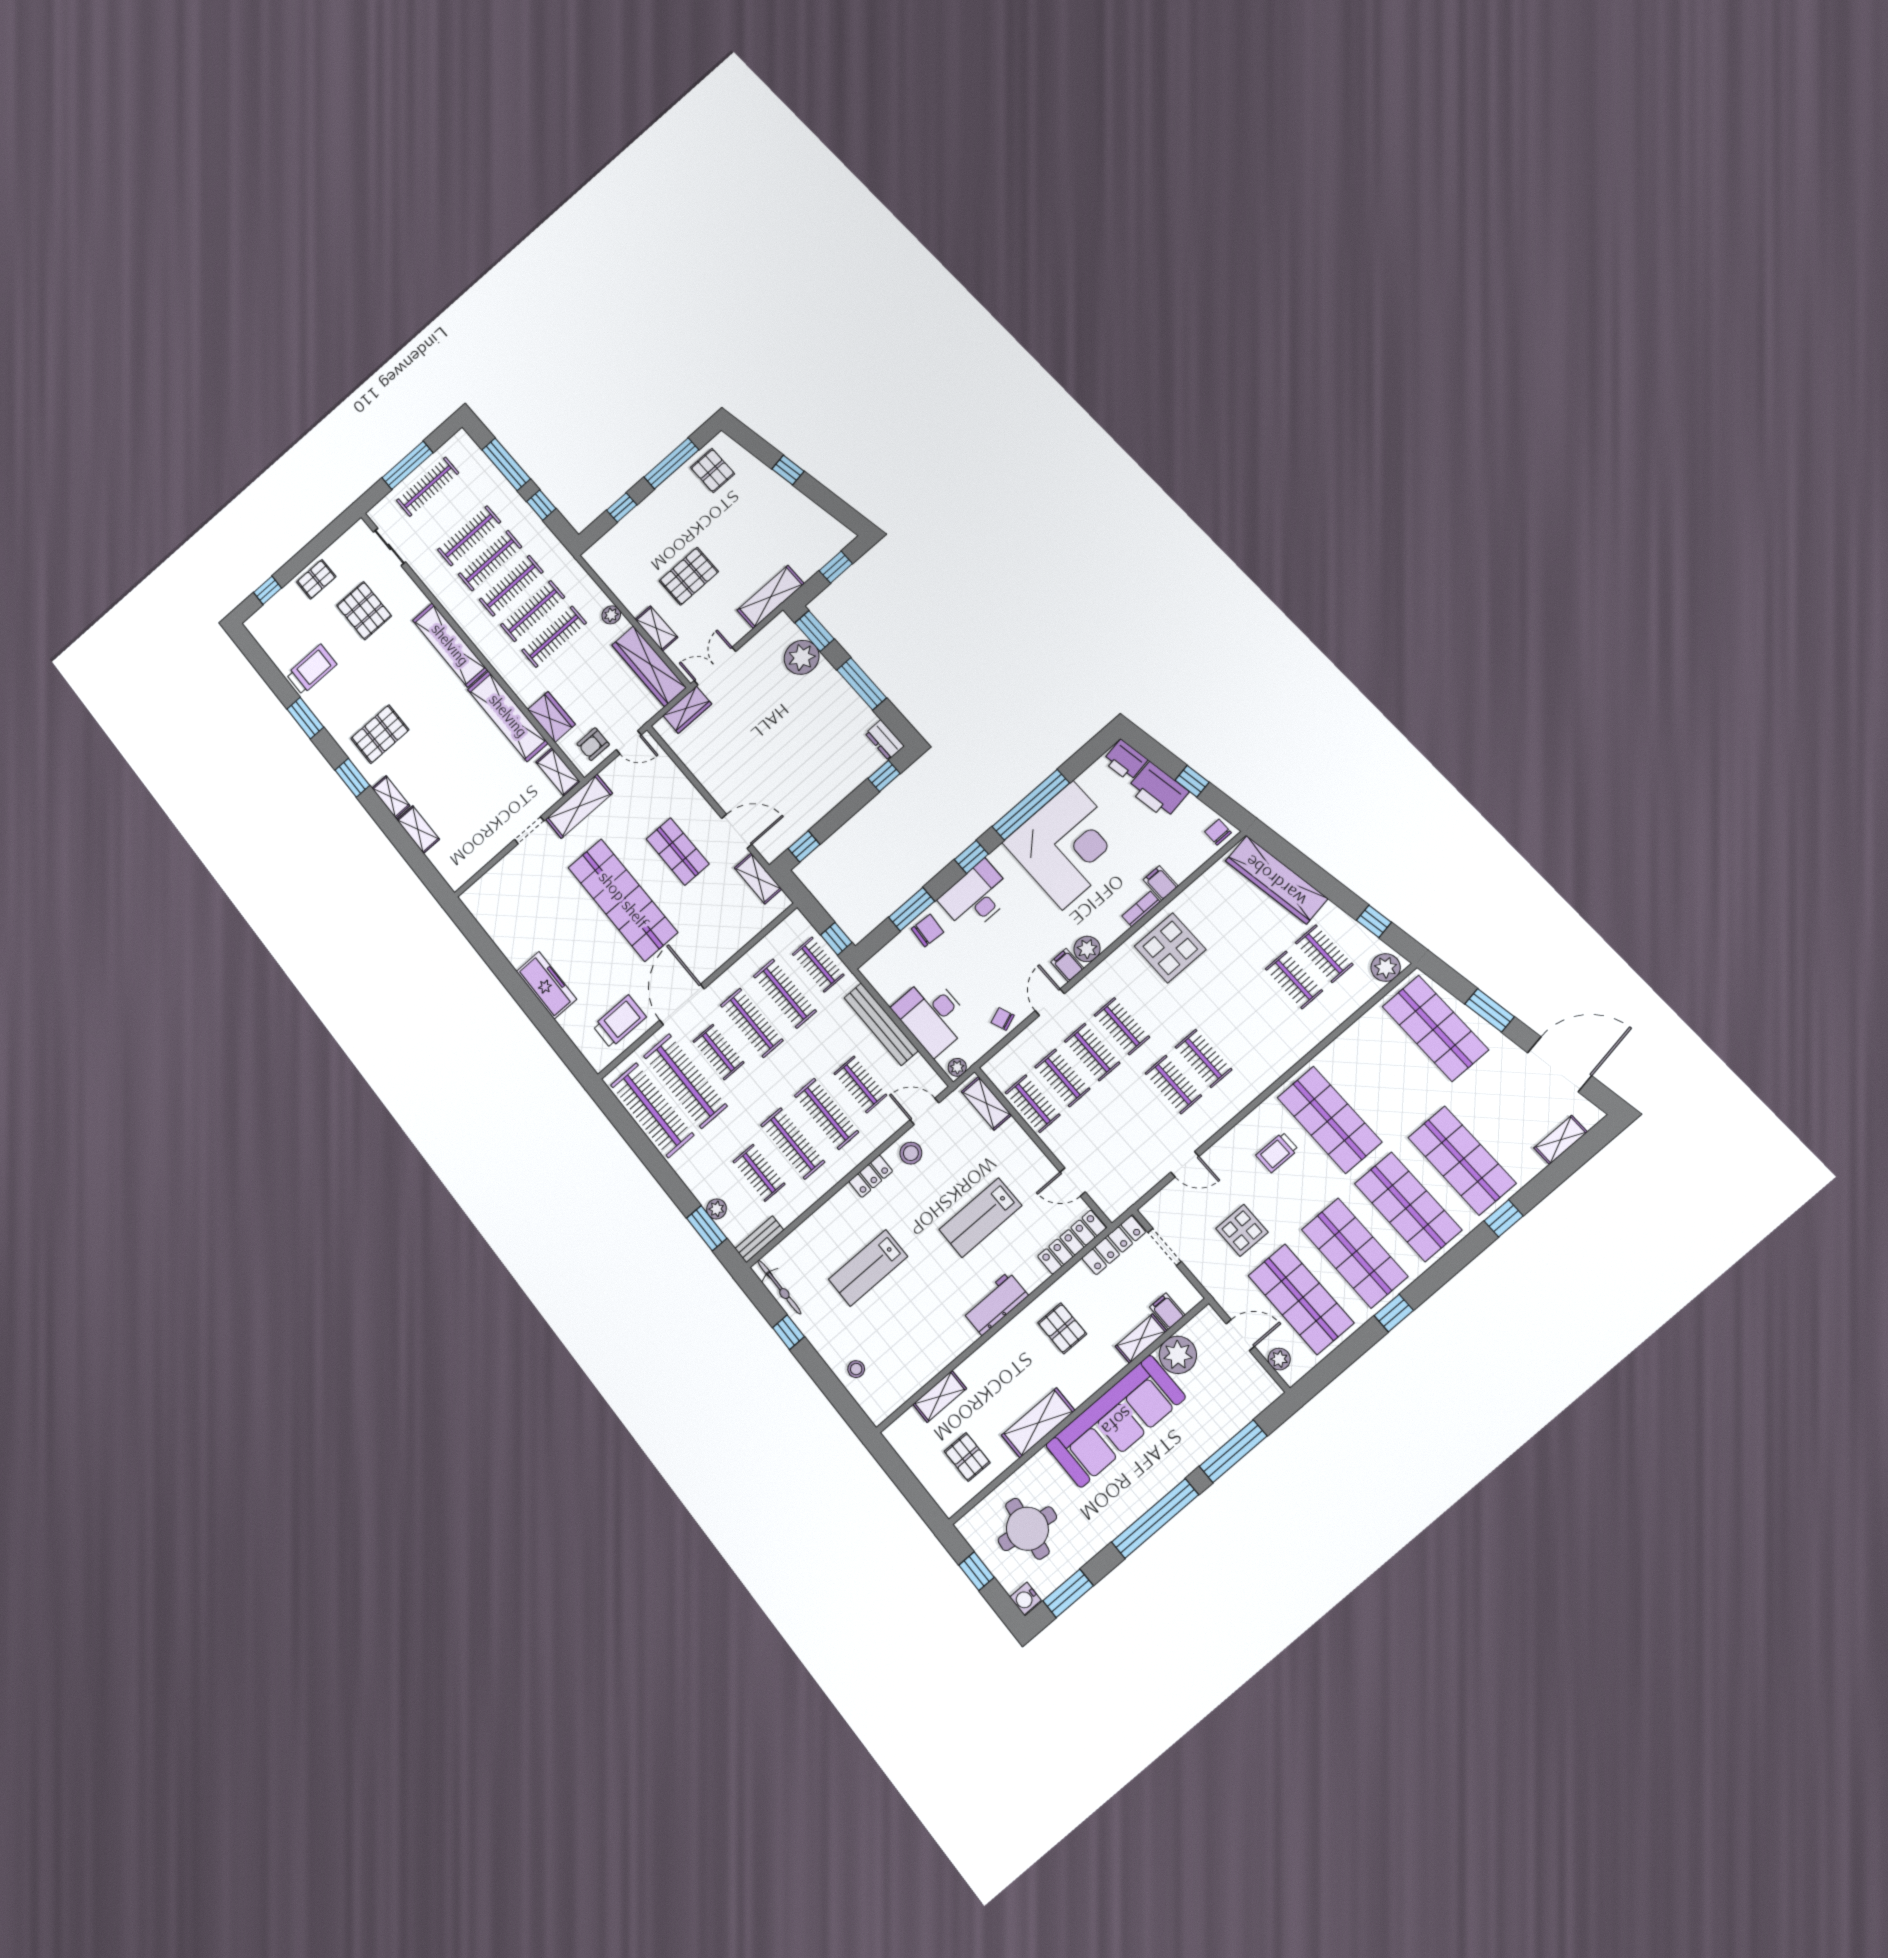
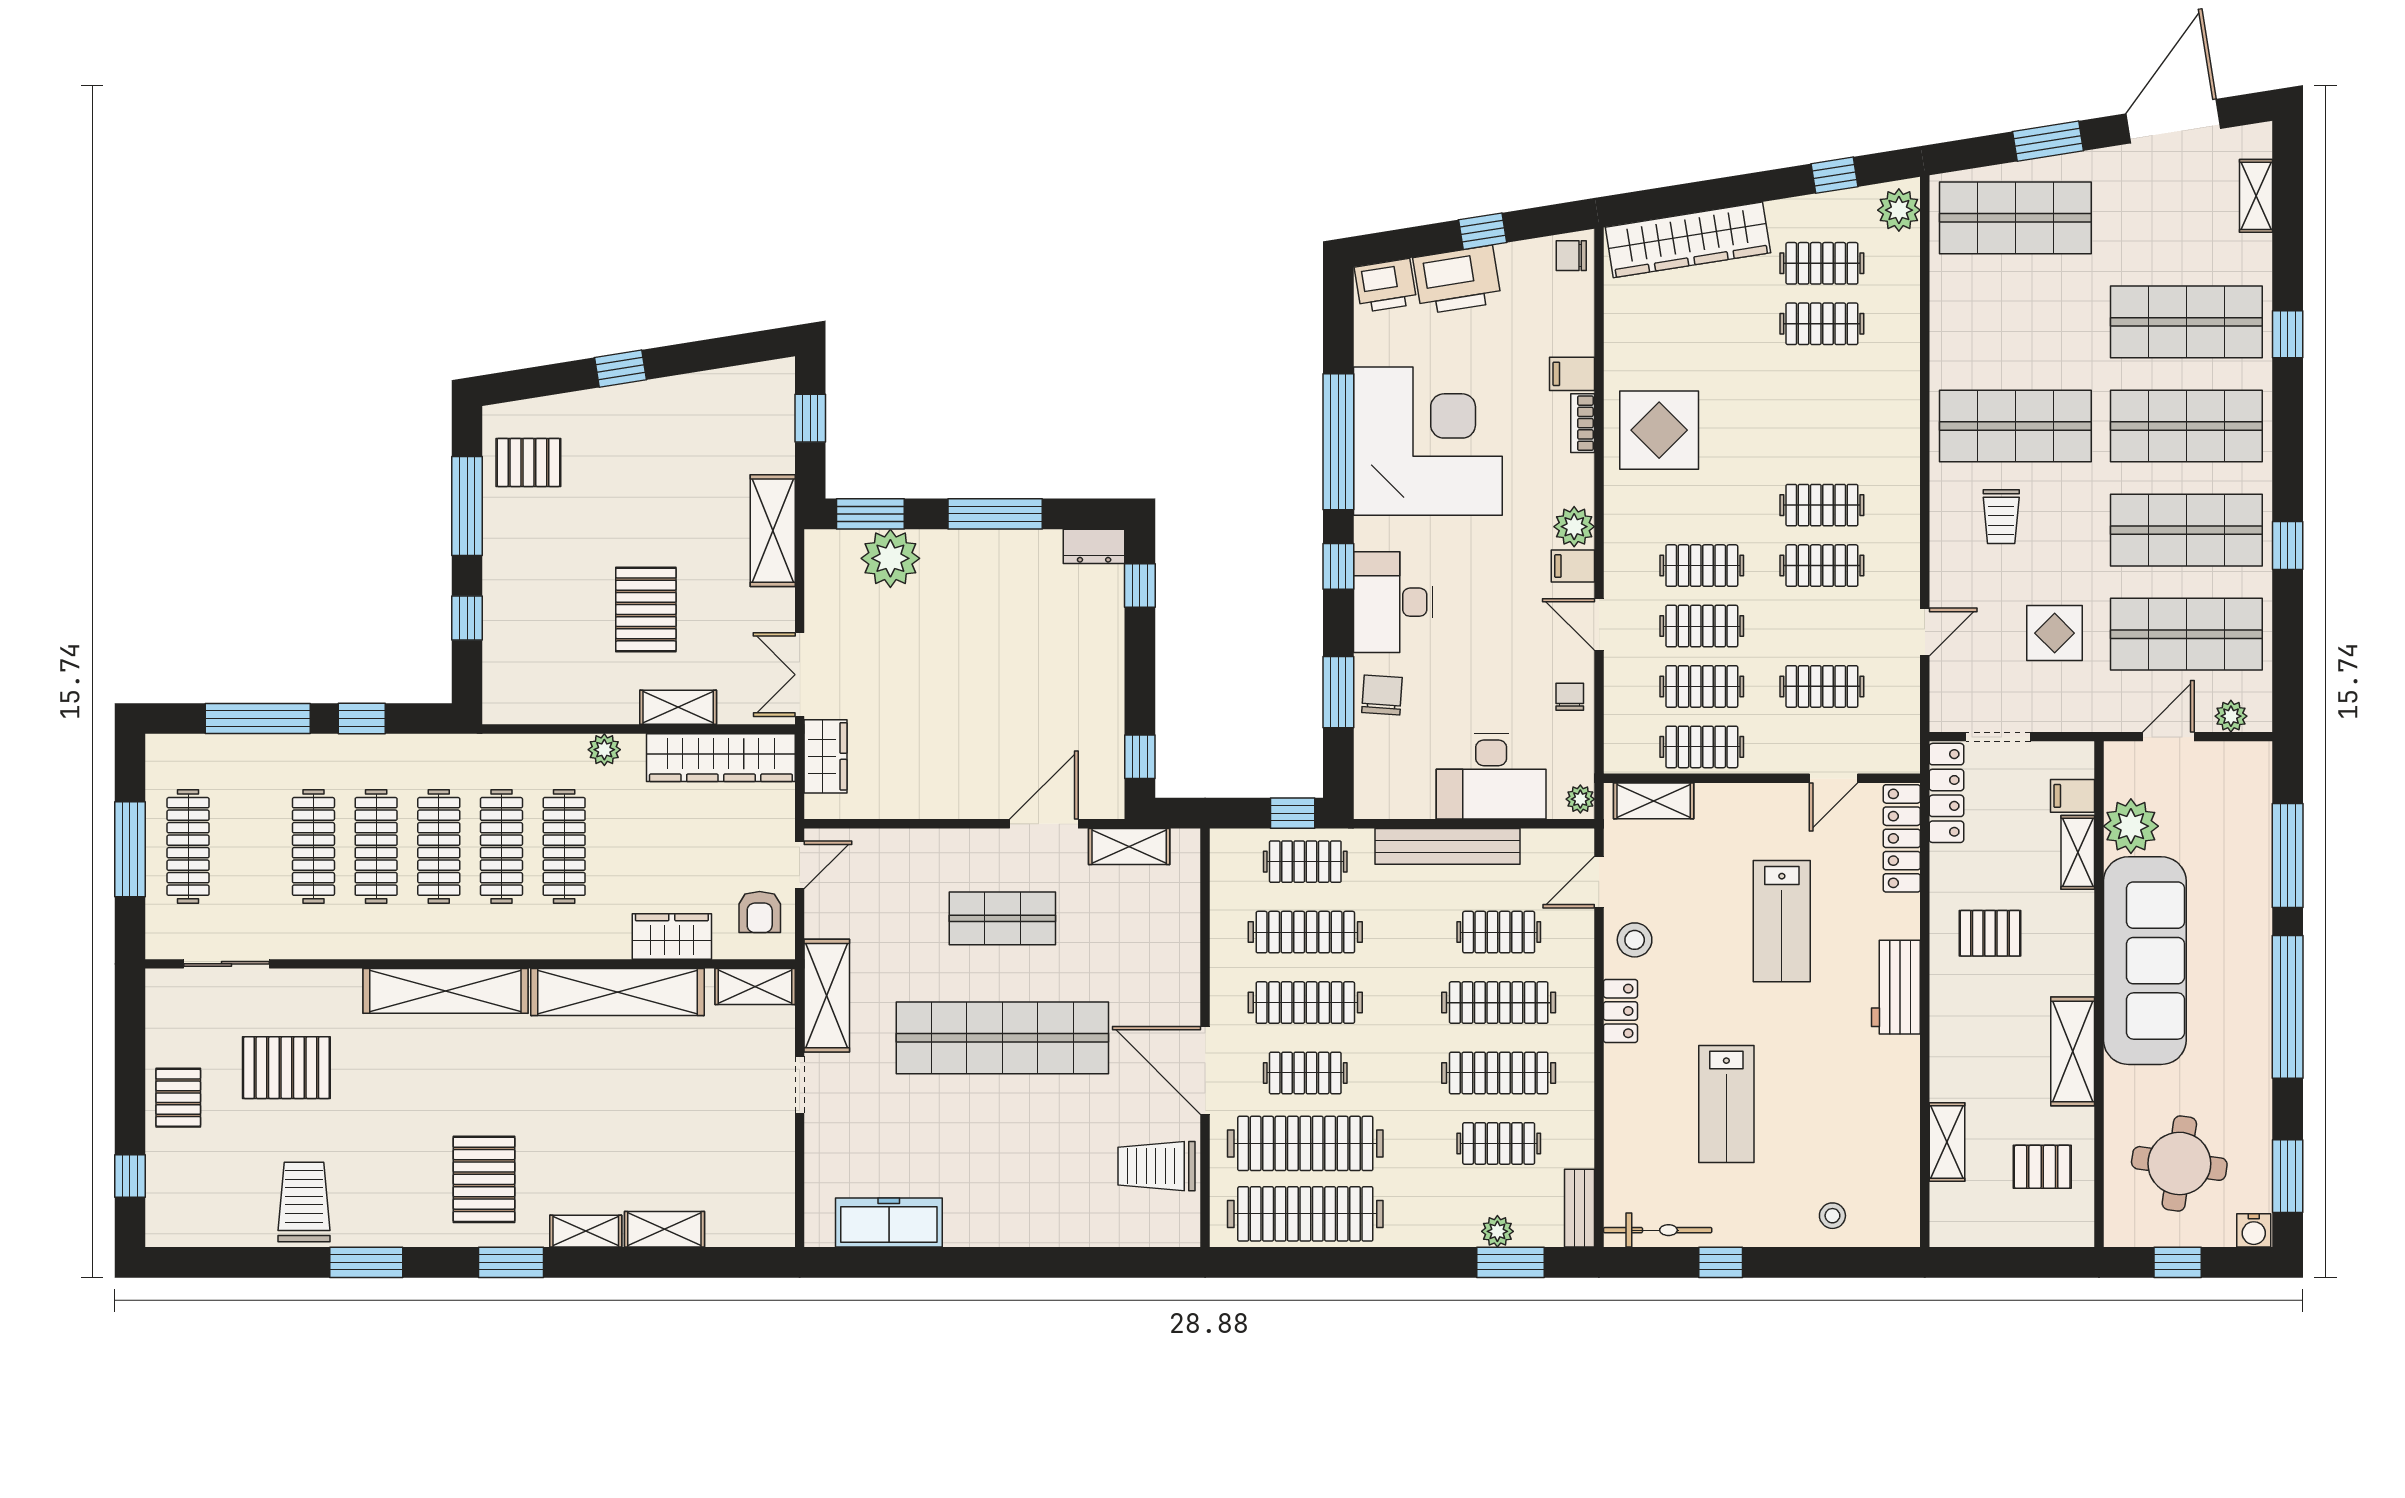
freezer: (546, 985) -> (889, 1223), moved
chair: (1003, 1019) -> (1570, 697), turned 111
trolley: (620, 1021) -> (1157, 1166), turned -90
clothes rail: (1113, 1137) -> (1822, 686), added

